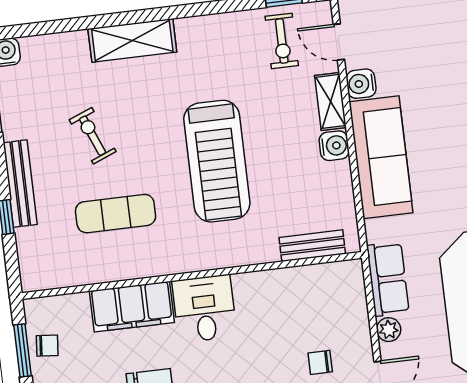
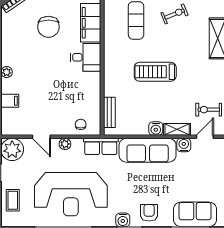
treadmill: (217, 161) -> (155, 72), width x0.73, depth x0.73
row of seats: (388, 279) -> (101, 146), moved
chair: (320, 362) -> (81, 124), moved

